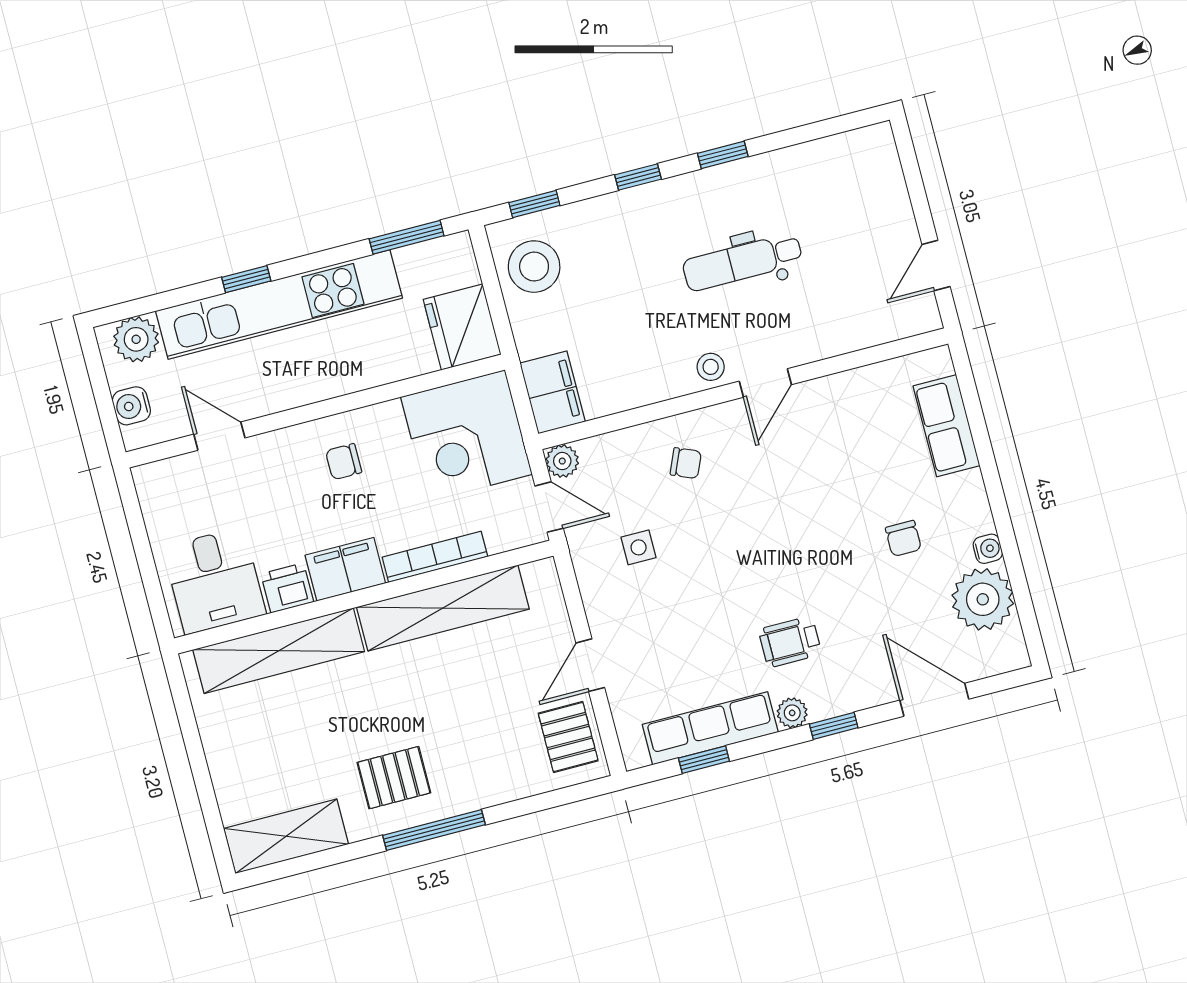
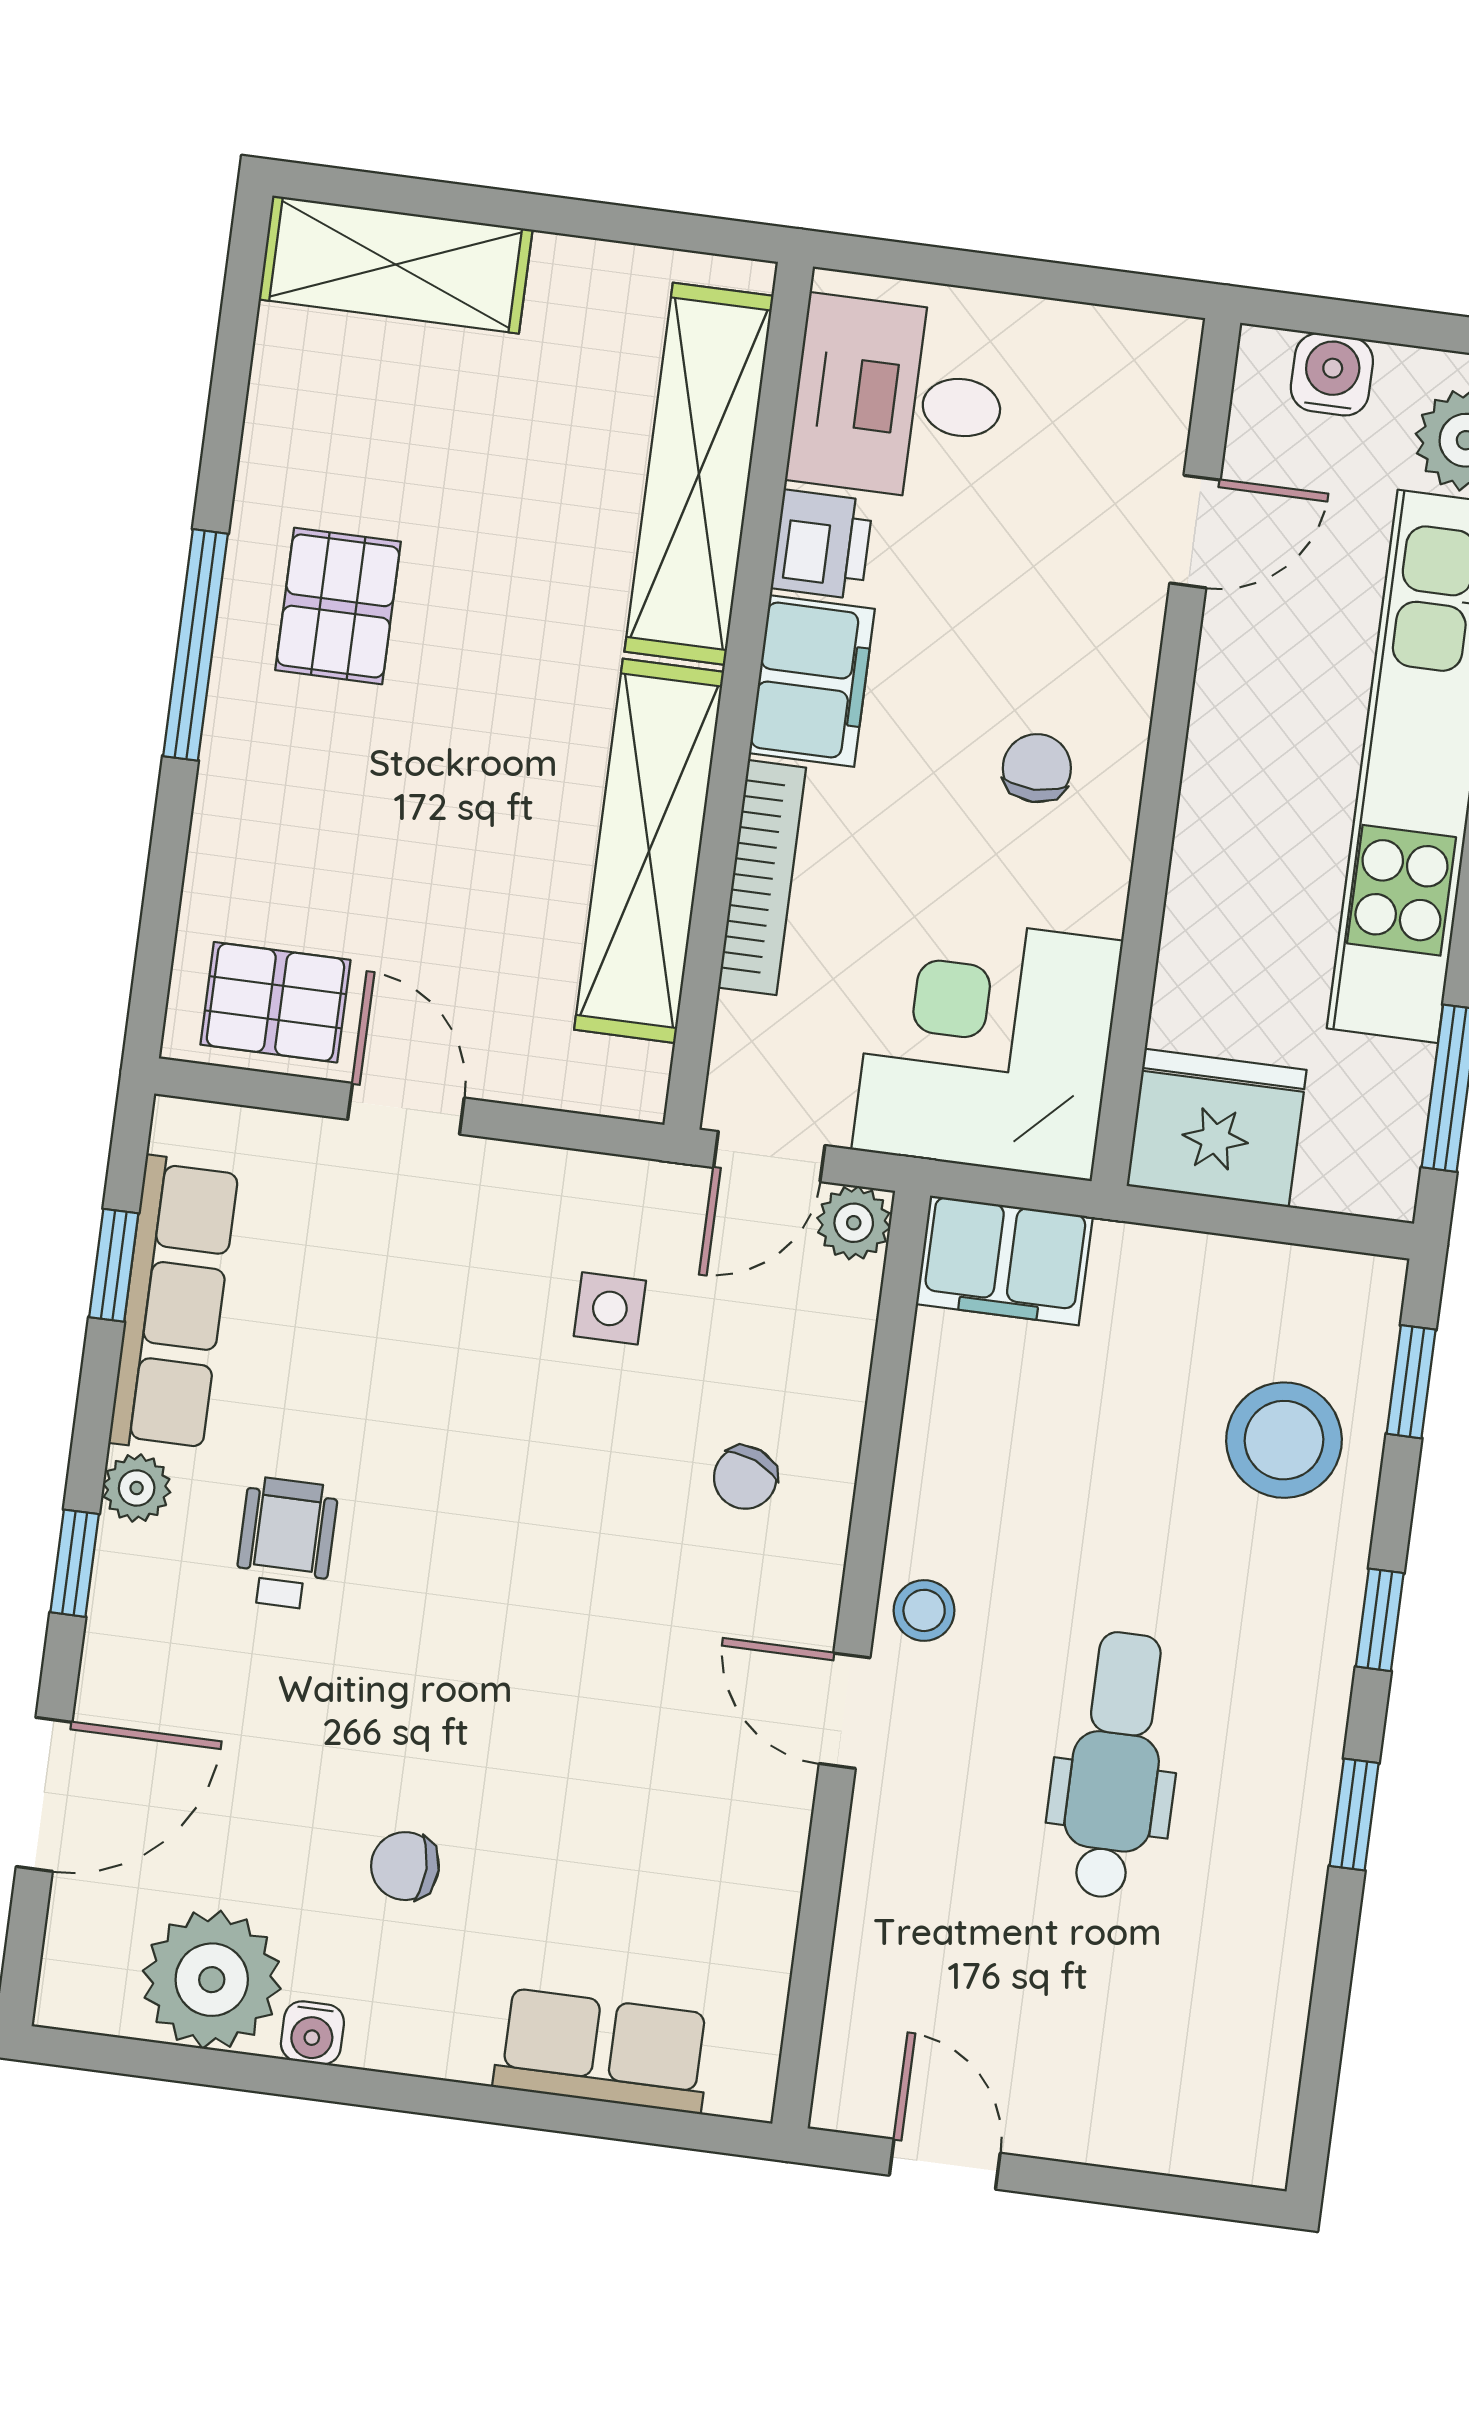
stool: (534, 267) -> (1284, 1440), moved
shelving: (286, 836) -> (396, 264), moved, turned 90

